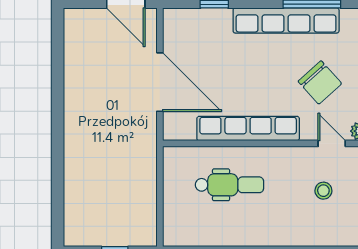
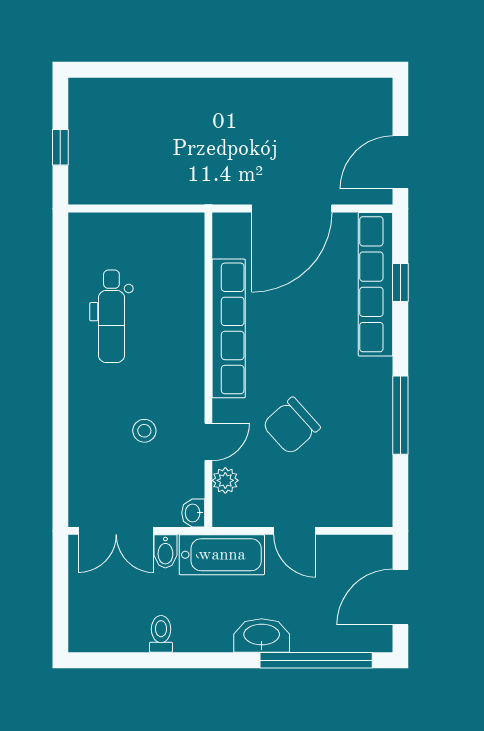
row of seats: (286, 20) -> (375, 284), moved
dental chair: (230, 185) -> (111, 316), moved

